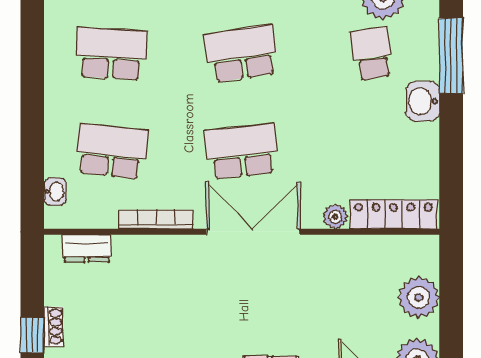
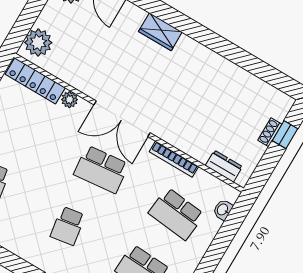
school desk: (242, 53) -> (68, 226), width x0.54
plant: (419, 297) -> (38, 42), moved

